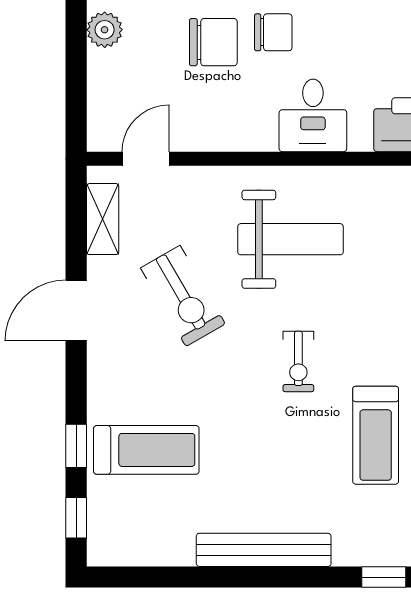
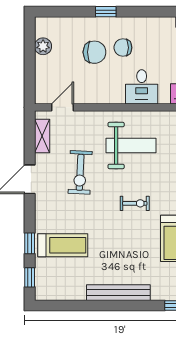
chair: (273, 32) -> (123, 48), turned 180
exercise bike: (183, 296) -> (80, 172), turned 33
exercise bike: (298, 361) -> (135, 203), turned -90

